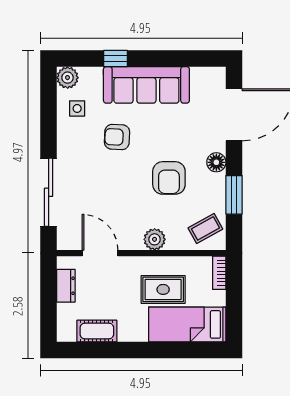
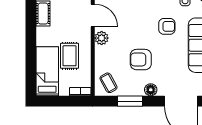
armchair: (117, 137) -> (167, 26), turned 87
plant: (155, 239) -> (102, 38), moved
door: (100, 253) -> (93, 16), hinge flipped

